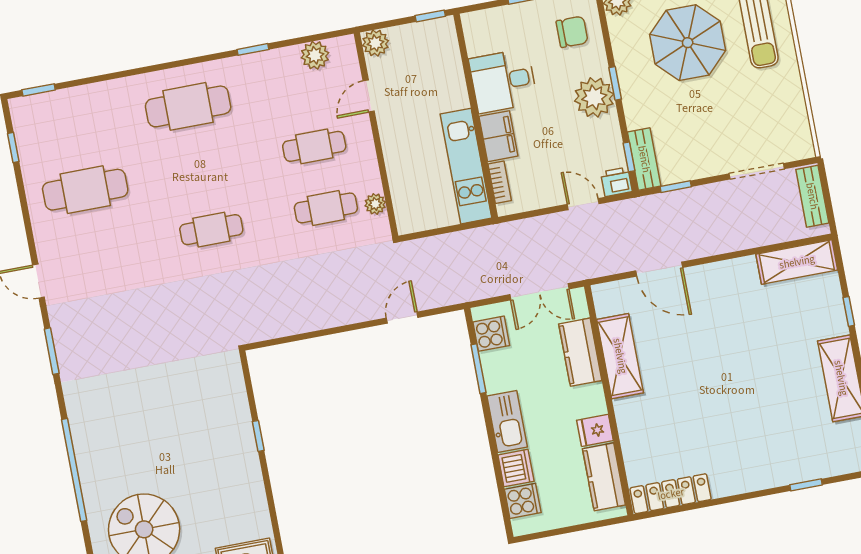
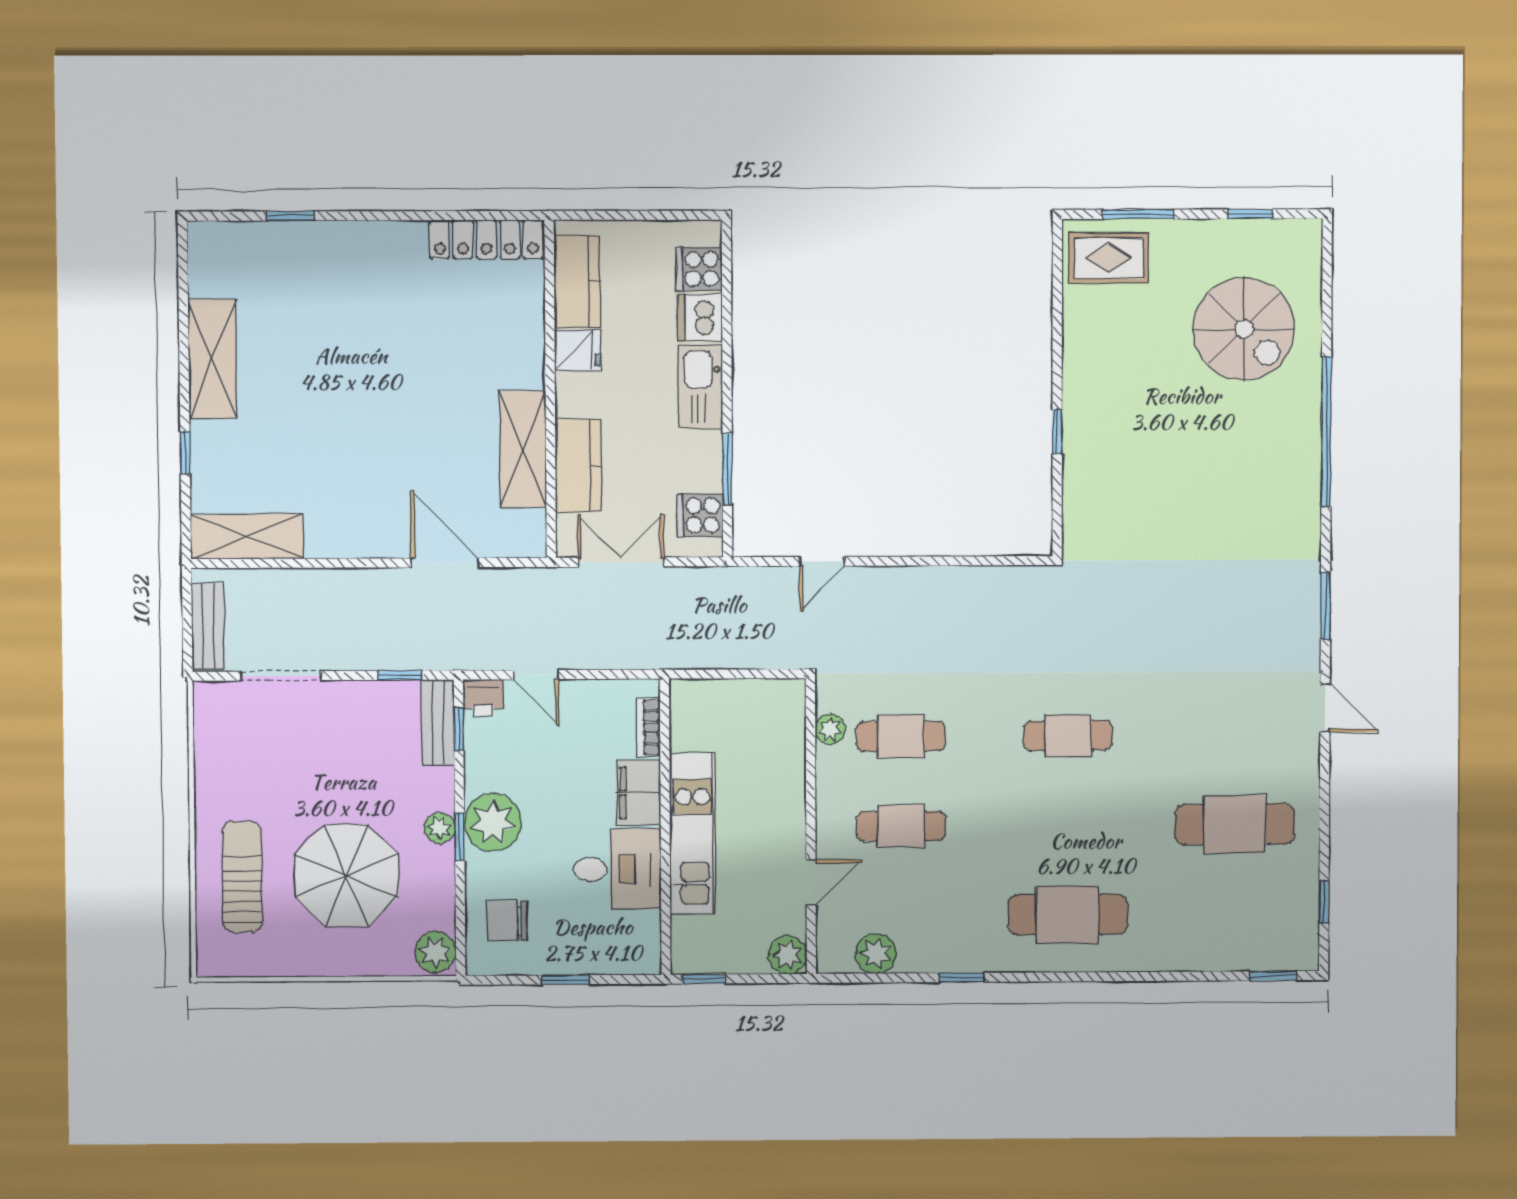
plant: (630, 87) -> (440, 828), added
kitchen unit: (466, 166) -> (692, 834), moved

